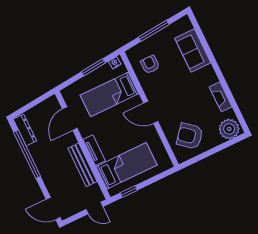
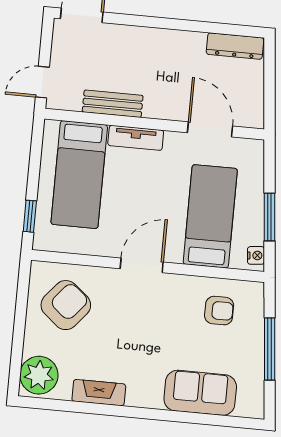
window: (27, 154) -> (194, 26), removed
bench: (82, 165) -> (113, 104), width x0.73
window: (129, 192) -> (30, 216), moved

